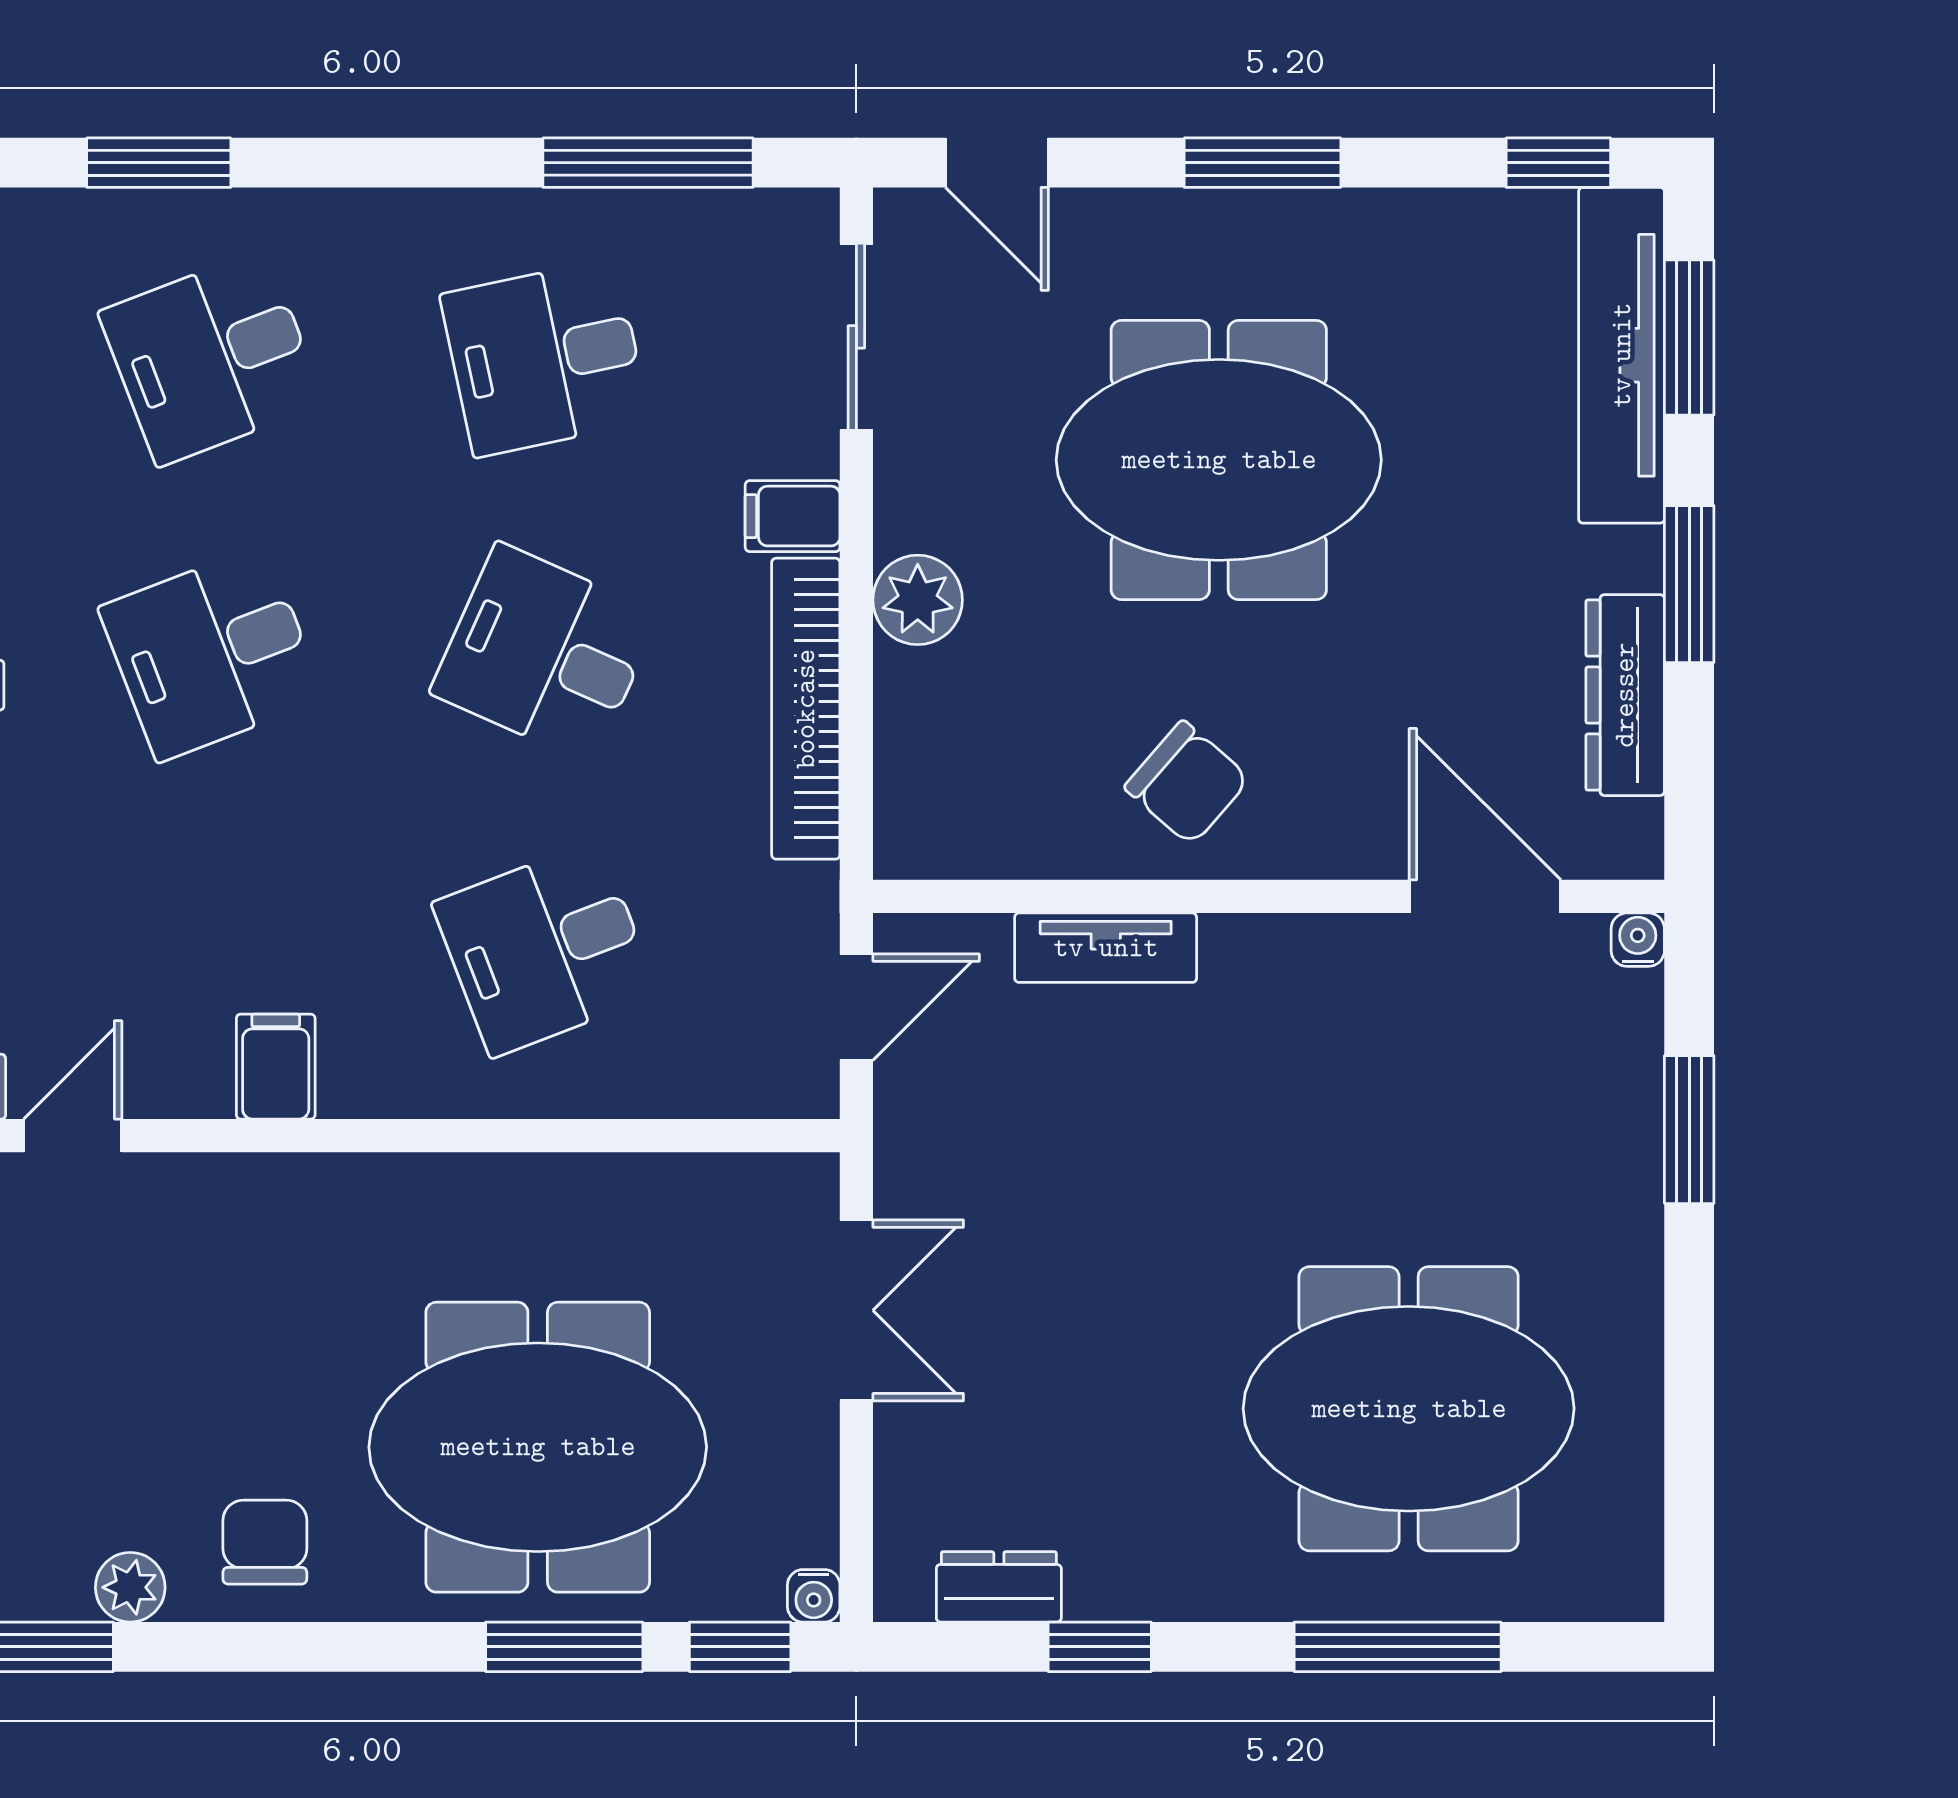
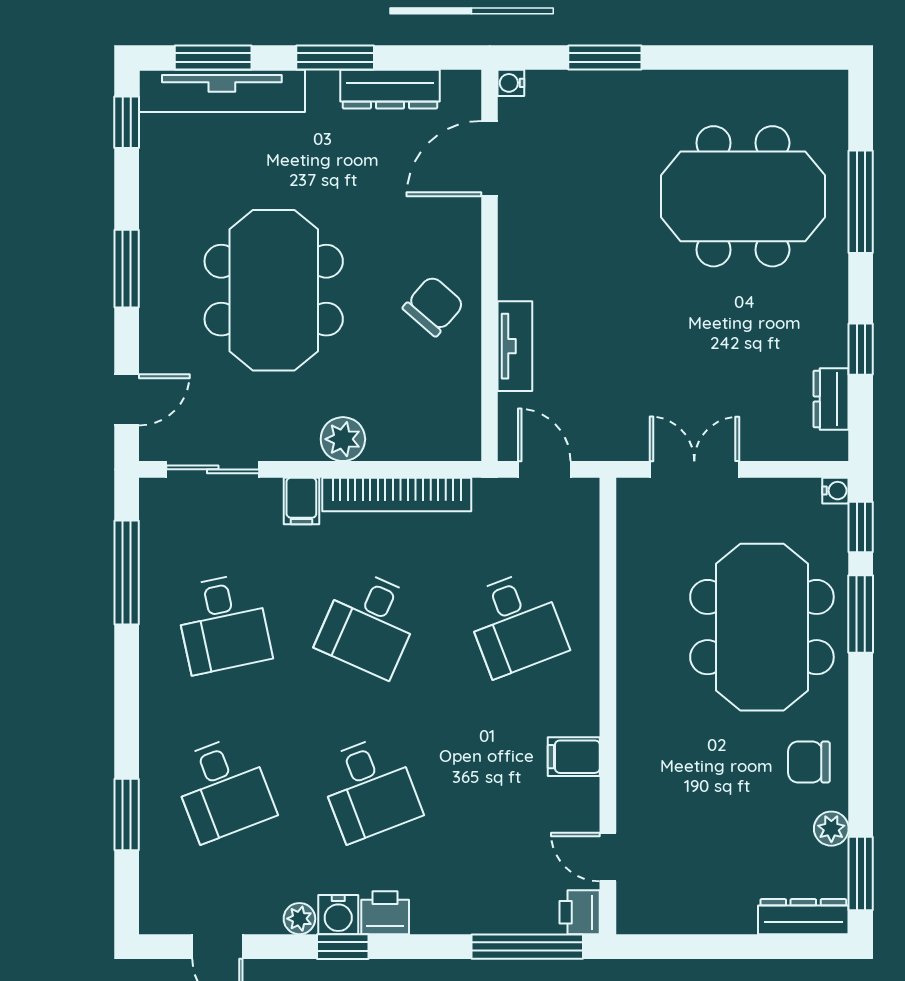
meeting table: (1409, 1409) -> (743, 196), turned 90

